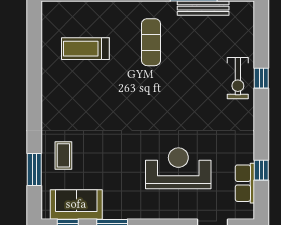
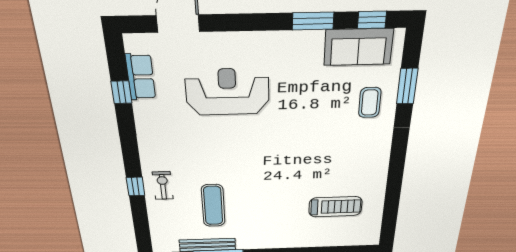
exercise mat: (151, 42) -> (213, 206), moved
exercise bike: (238, 78) -> (163, 186), width x0.73, depth x0.72
reception desk: (178, 168) -> (227, 92), turned 180

